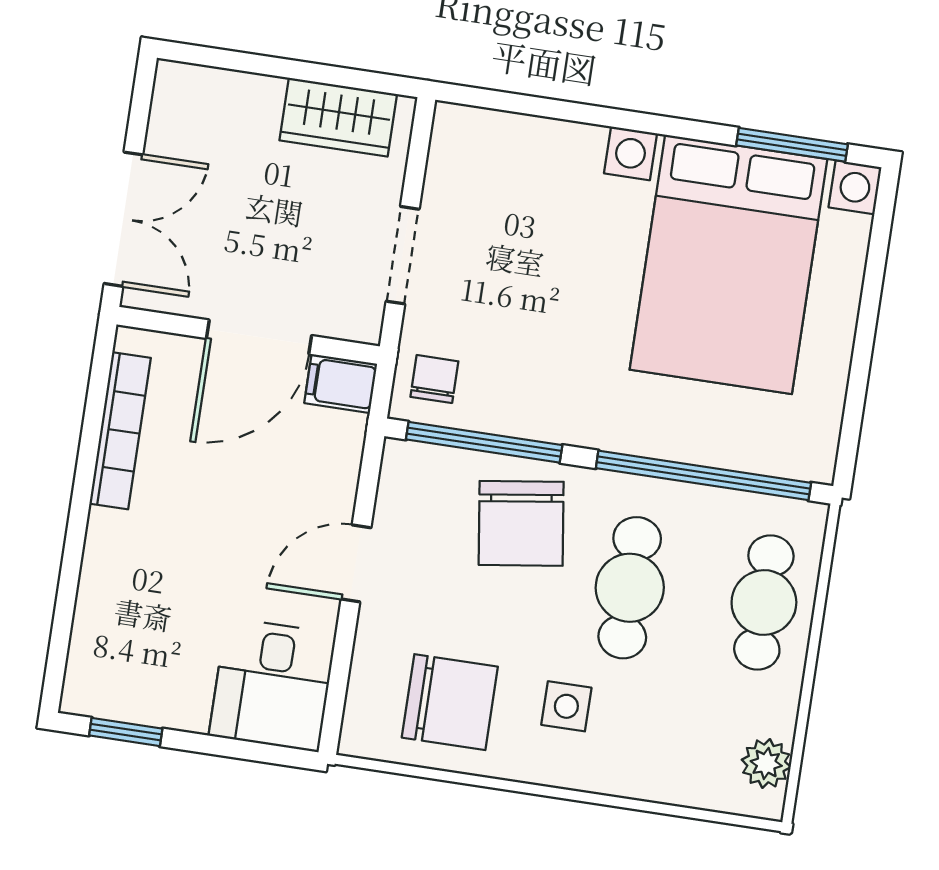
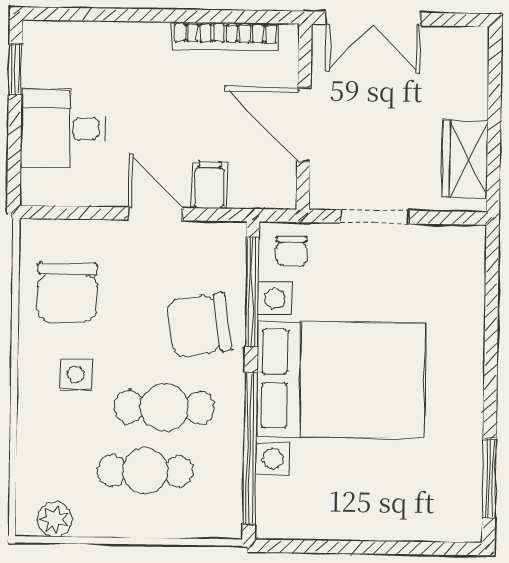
bed with nightstands: (728, 264) -> (341, 379), moved, turned 180
chair: (434, 379) -> (291, 251), turned 90
filing cabinet: (341, 383) -> (209, 185), moved
cafe table: (764, 602) -> (145, 471), moved
desk: (272, 685) -> (63, 129), moved

